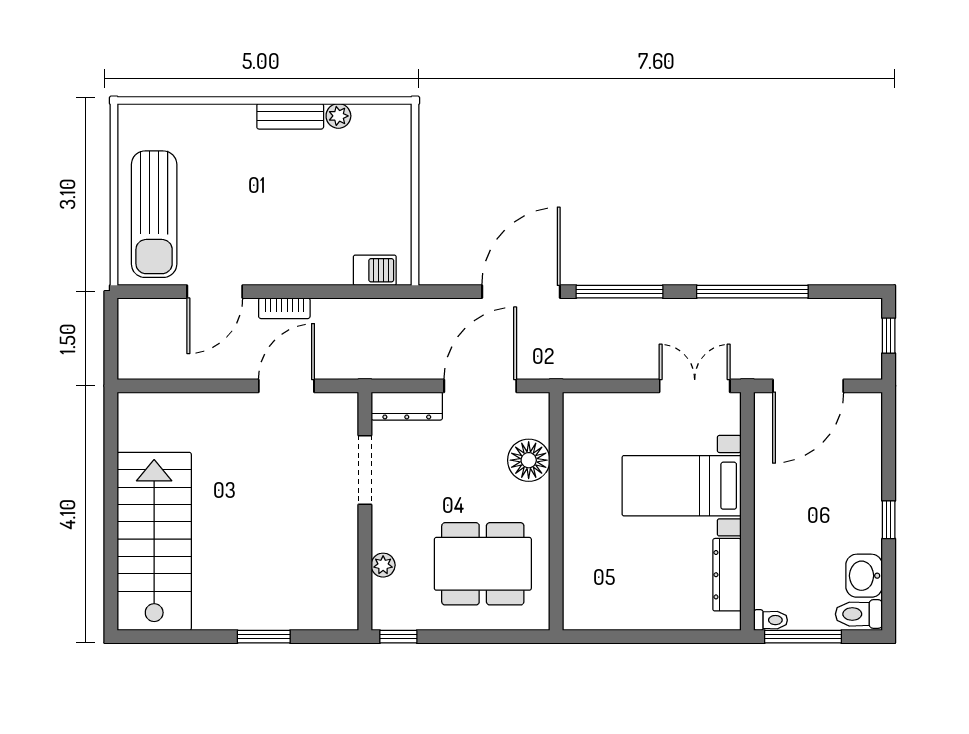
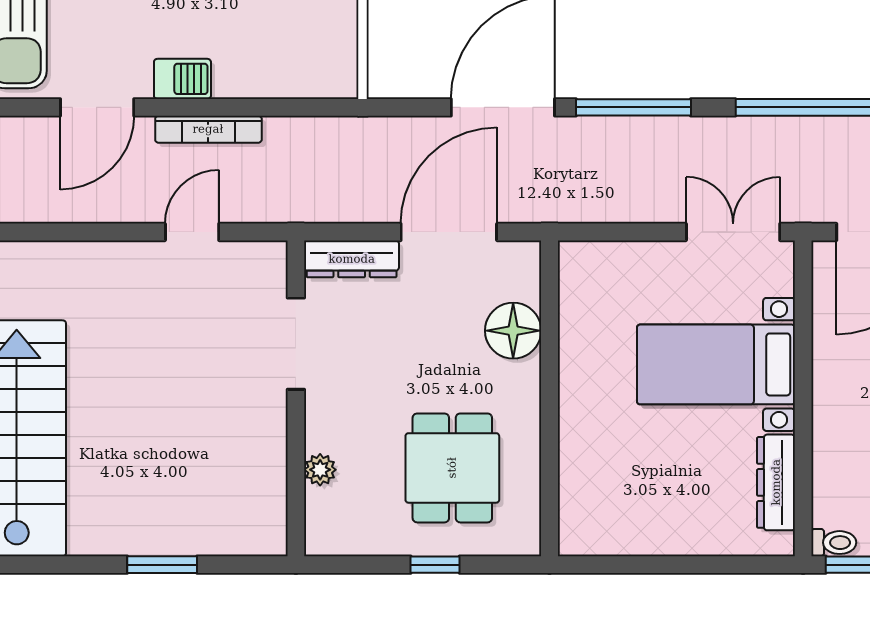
barbecue: (375, 270) -> (182, 79), moved
bookcase: (284, 308) -> (208, 129), width x1.56
door: (286, 386) -> (192, 232), width x0.73
dining table: (483, 564) -> (452, 468), width x0.73
window: (398, 637) -> (435, 565), moved

